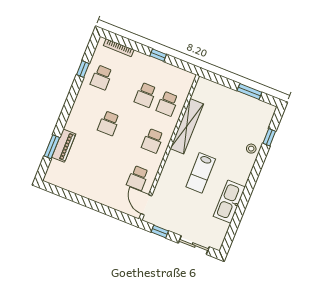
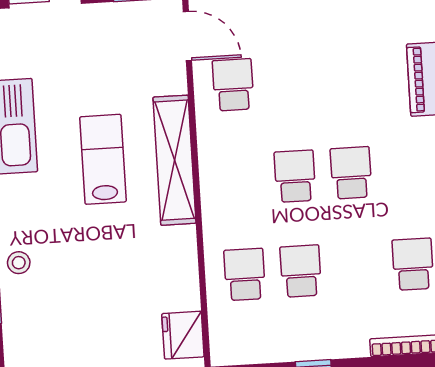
fridge: (202, 92) -> (183, 335), added
shelving: (187, 126) -> (174, 160), moved
school desk: (153, 141) -> (295, 176), moved

